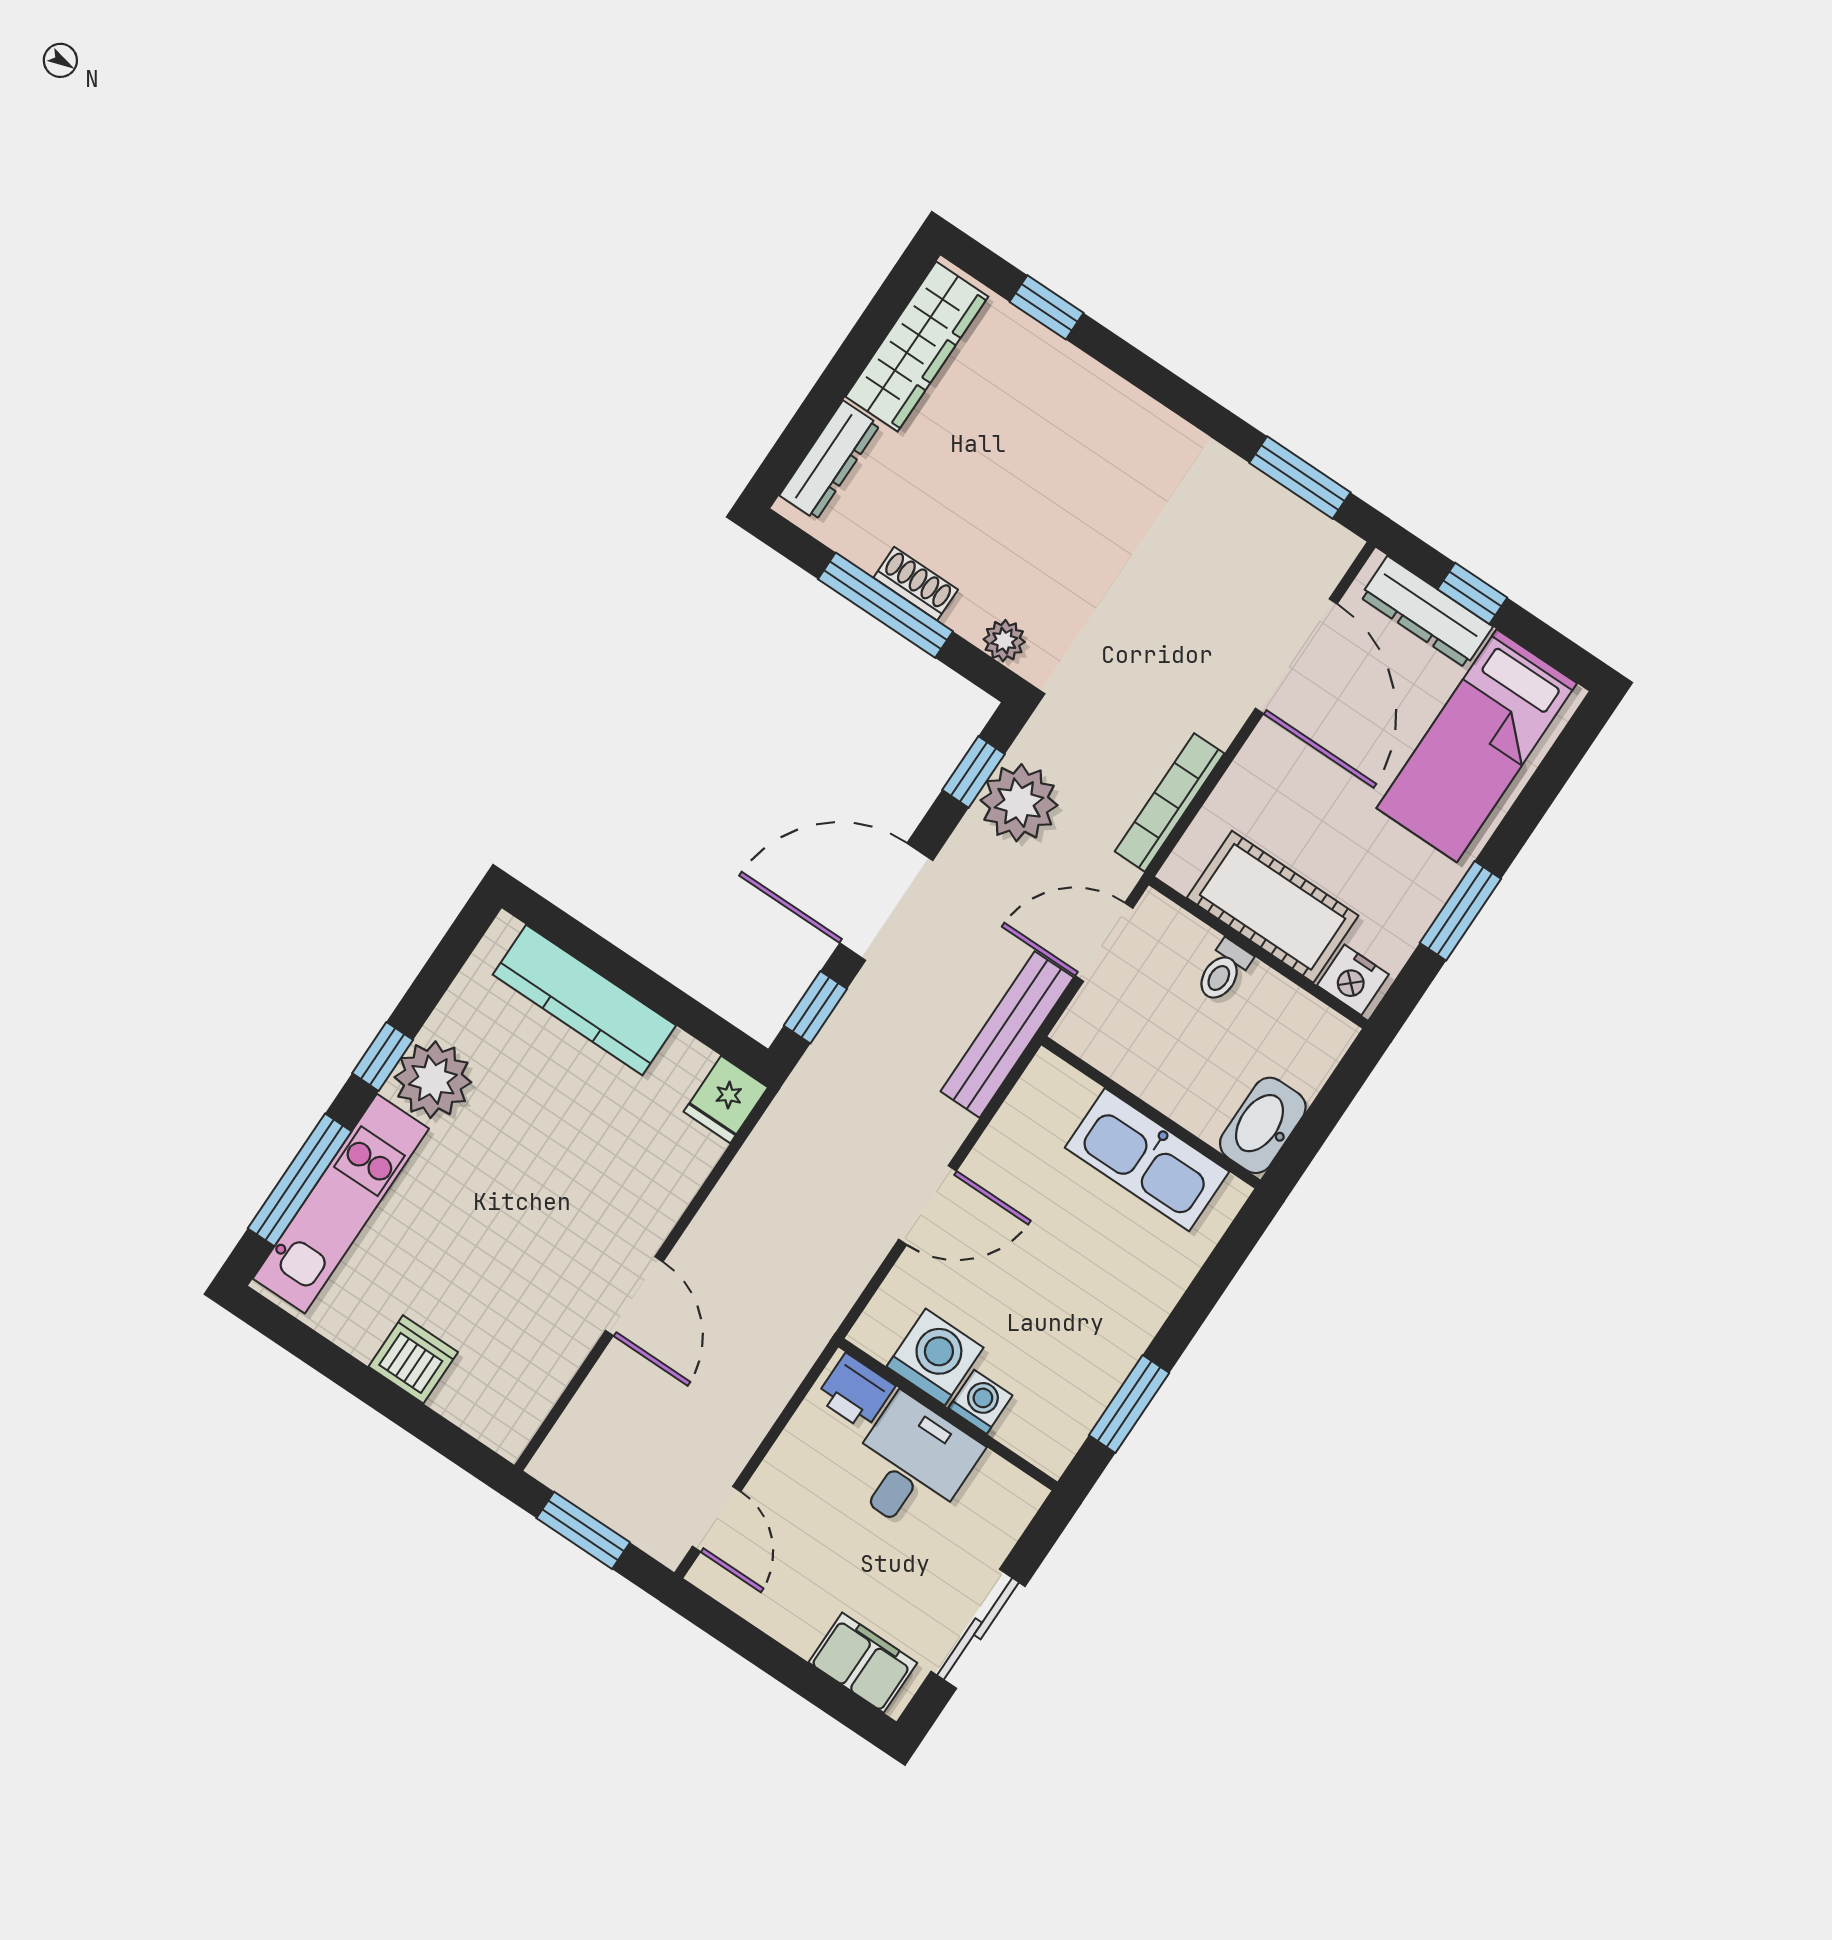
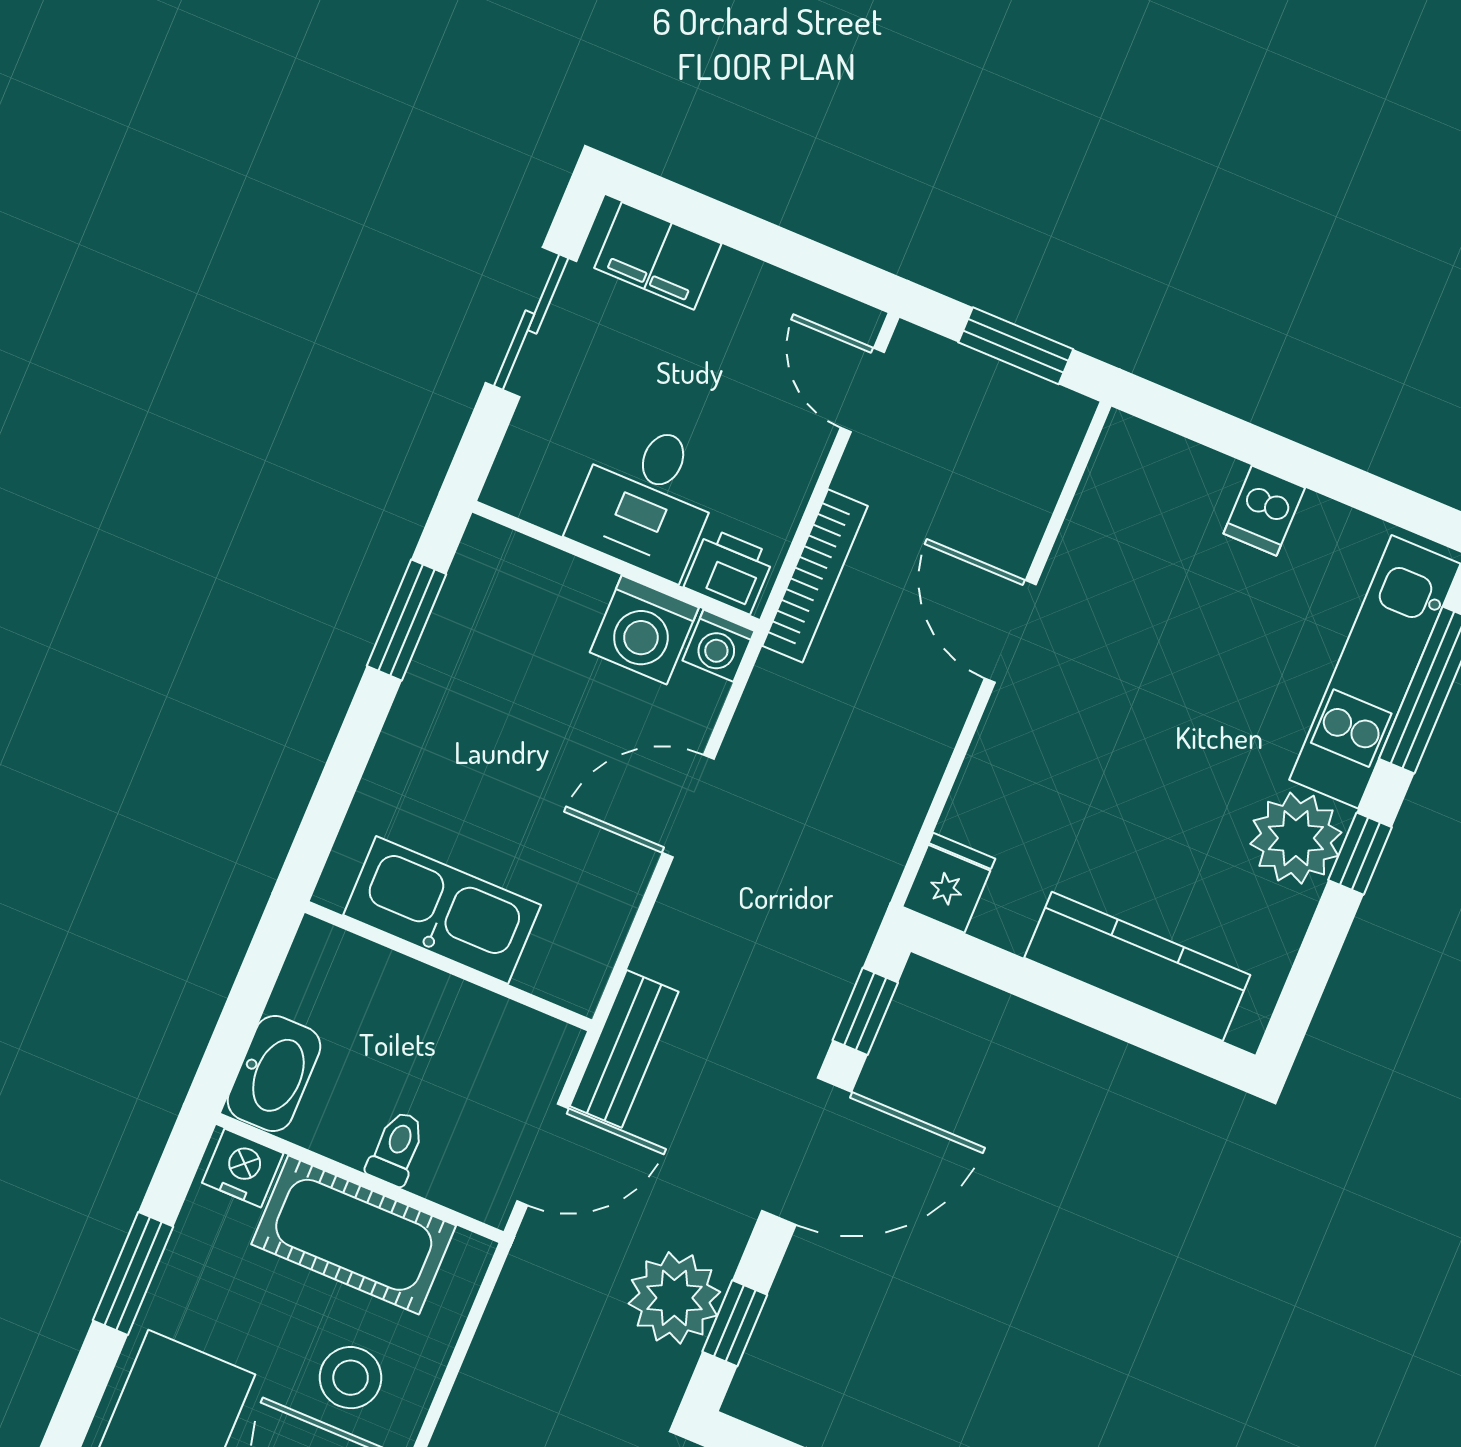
stool: (1298, 790) -> (351, 1378), added
bookcase: (1170, 802) -> (815, 576), moved
bench: (1007, 1034) -> (624, 1049), width x0.73
washbasin: (1263, 1125) -> (274, 1074), moved
dishwasher: (413, 1359) -> (1264, 511), width x0.73
washing machine: (980, 1402) -> (718, 646), moved

